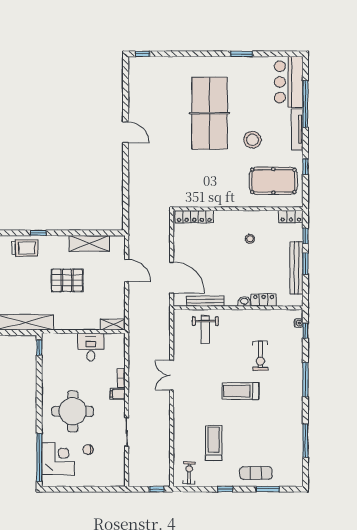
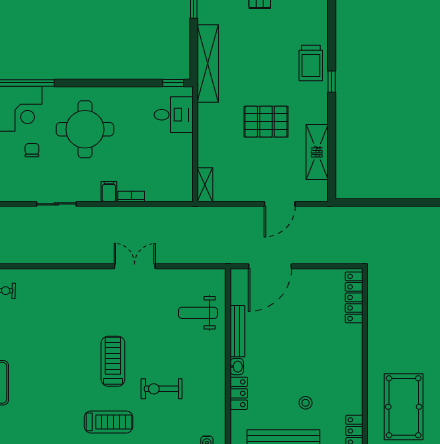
stool: (250, 239) -> (306, 403), moved
pallet: (67, 280) -> (266, 122), turned 90
bench: (205, 301) -> (237, 331), moved
desk: (91, 347) -> (174, 115), moved
treadmill: (214, 443) -> (109, 422), moved

